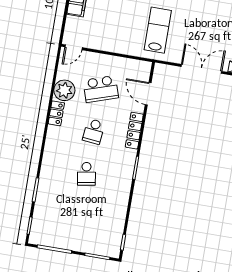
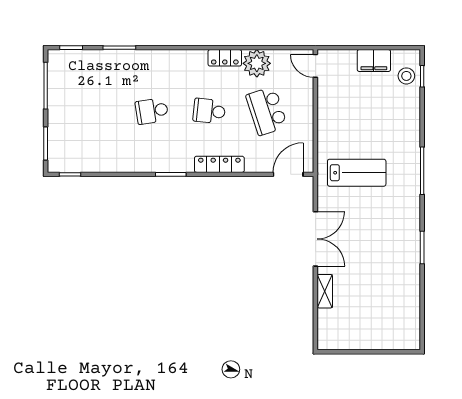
door: (148, 94) -> (288, 174), moved

